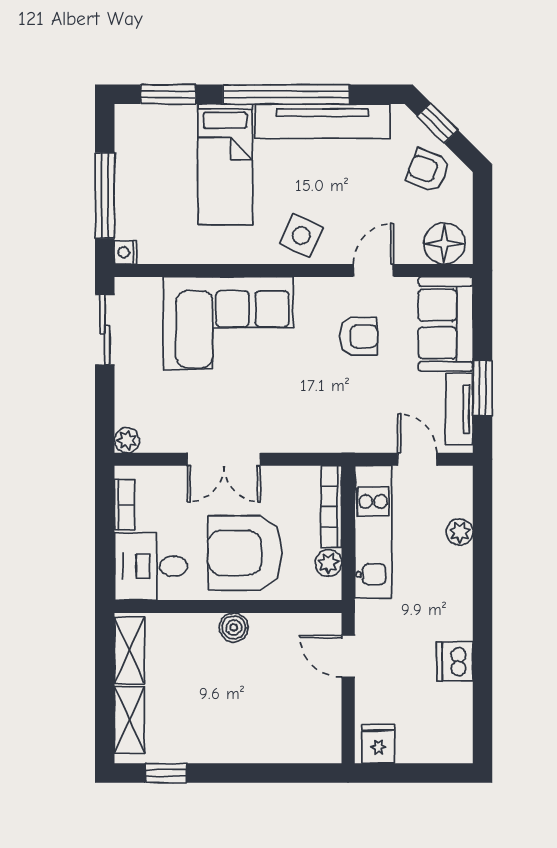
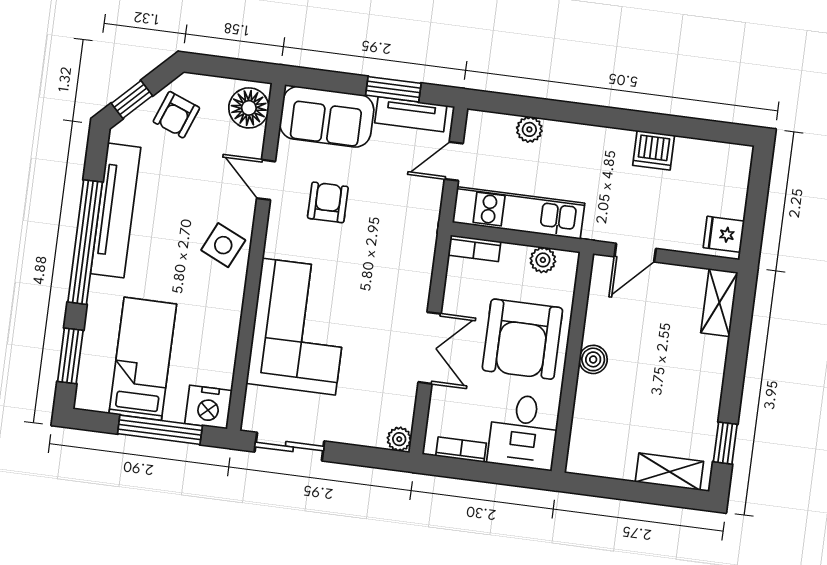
bed: (225, 164) -> (143, 359), moved, turned -90
nightstand: (125, 252) -> (208, 407), width x1.89, depth x1.79
bookcase: (331, 506) -> (474, 248), width x0.64
shelving: (129, 650) -> (719, 303), moved, turned 90

